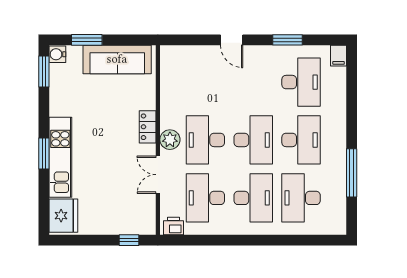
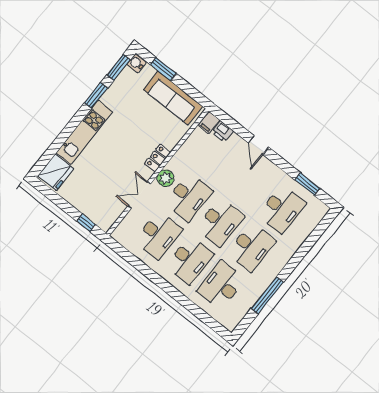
window: (288, 40) -> (307, 184), moved
filing cabinet: (339, 56) -> (209, 123), moved
desk: (205, 140) -> (189, 197), turned 180
window: (44, 154) -> (96, 95), moved
desk: (205, 198) -> (158, 235), turned 180
printer: (173, 226) -> (222, 132), moved, turned 180

